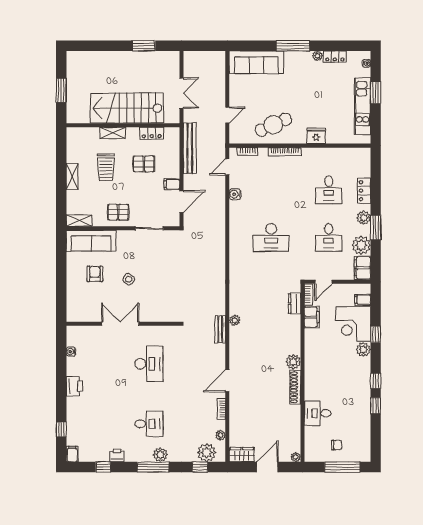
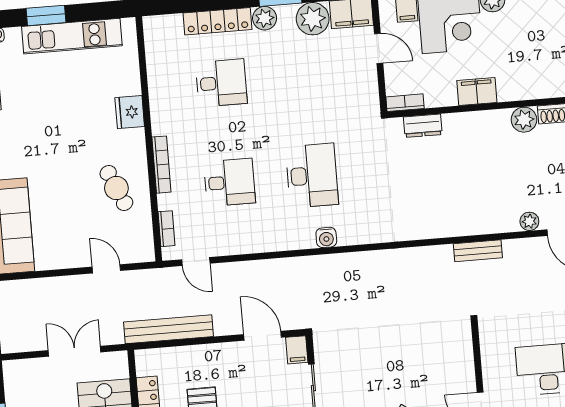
cafe table: (273, 125) -> (116, 188), width x0.73, depth x0.74
filing cabinet: (172, 184) -> (297, 350), moved
locker: (364, 191) -> (217, 21), width x1.53
water cooler: (235, 194) -> (326, 237), moved
desk: (329, 237) -> (229, 182), moved
door: (323, 282) -> (379, 48), moved
filing cabinet: (312, 317) -> (477, 91), moved
plant: (235, 320) -> (529, 221), moved

